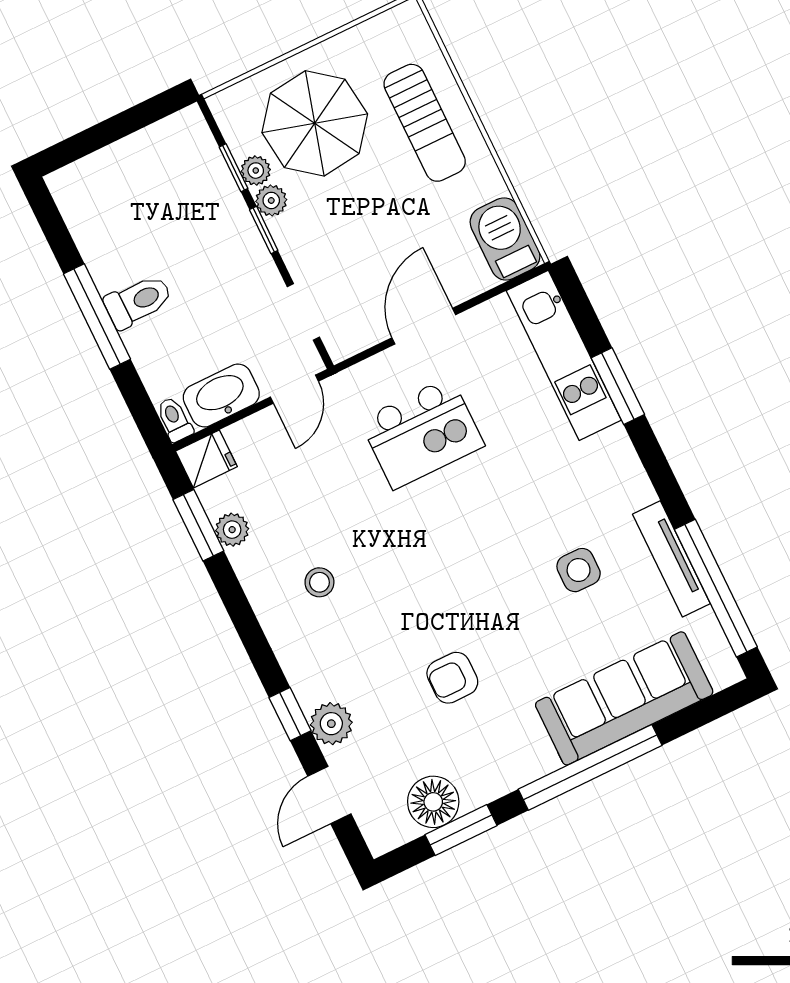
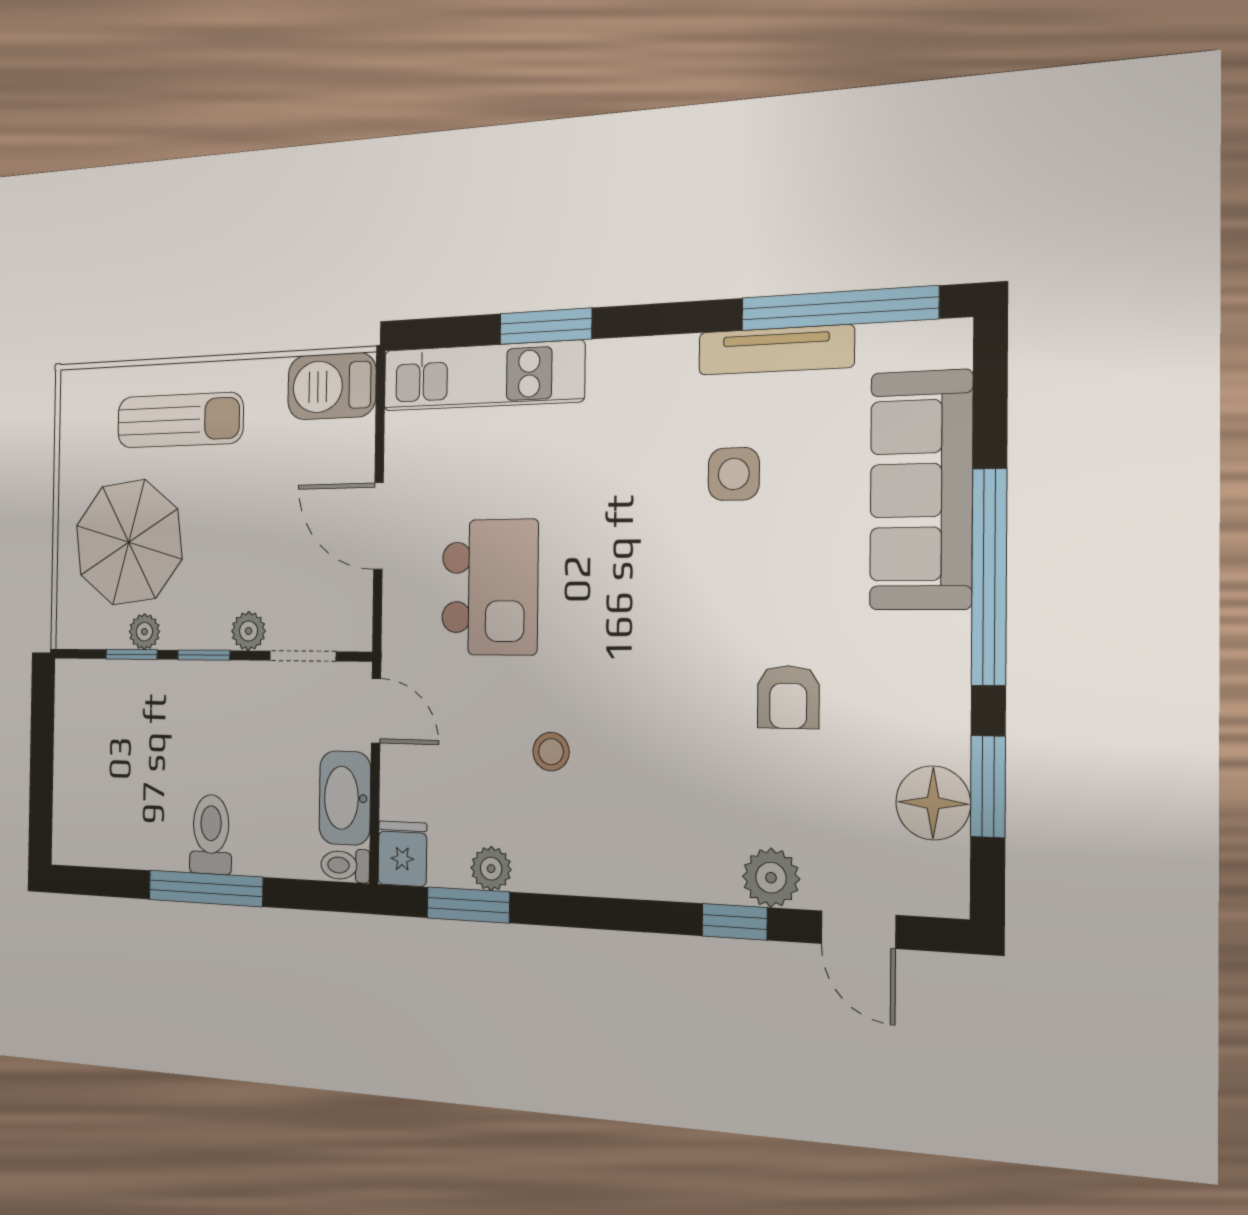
plant: (271, 200) -> (249, 631), moved
stool: (319, 582) -> (551, 752), moved

